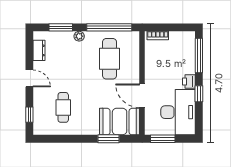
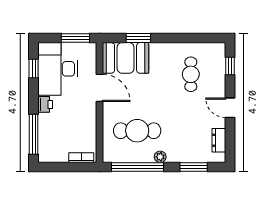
plant: (79, 36) -> (160, 157), moved
cafe table: (110, 59) -> (137, 131), turned 90
window: (199, 94) -> (34, 69), moved

